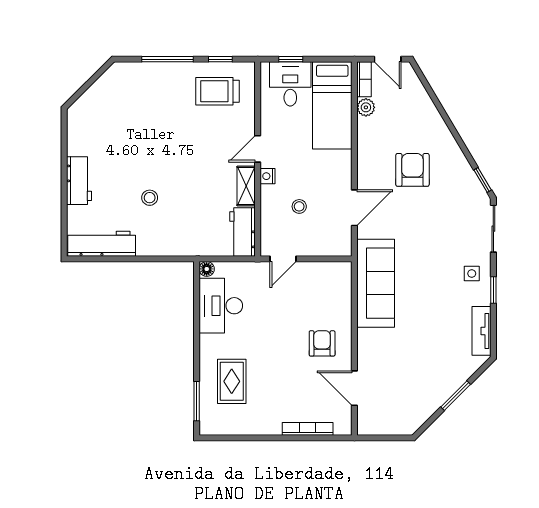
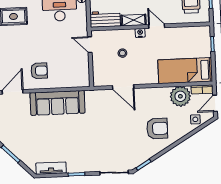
desk: (290, 84) -> (197, 44), removed
plant: (366, 107) -> (180, 96), width x1.87, depth x1.87
armchair: (412, 170) -> (157, 129), moved
side table: (472, 274) -> (195, 119), moved
sofa: (376, 283) -> (58, 103), moved

